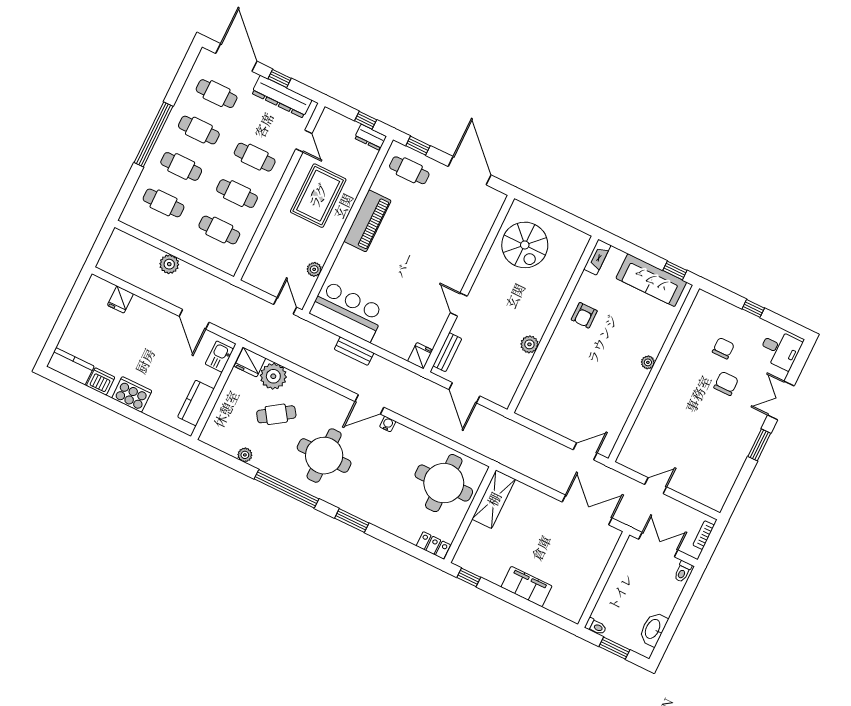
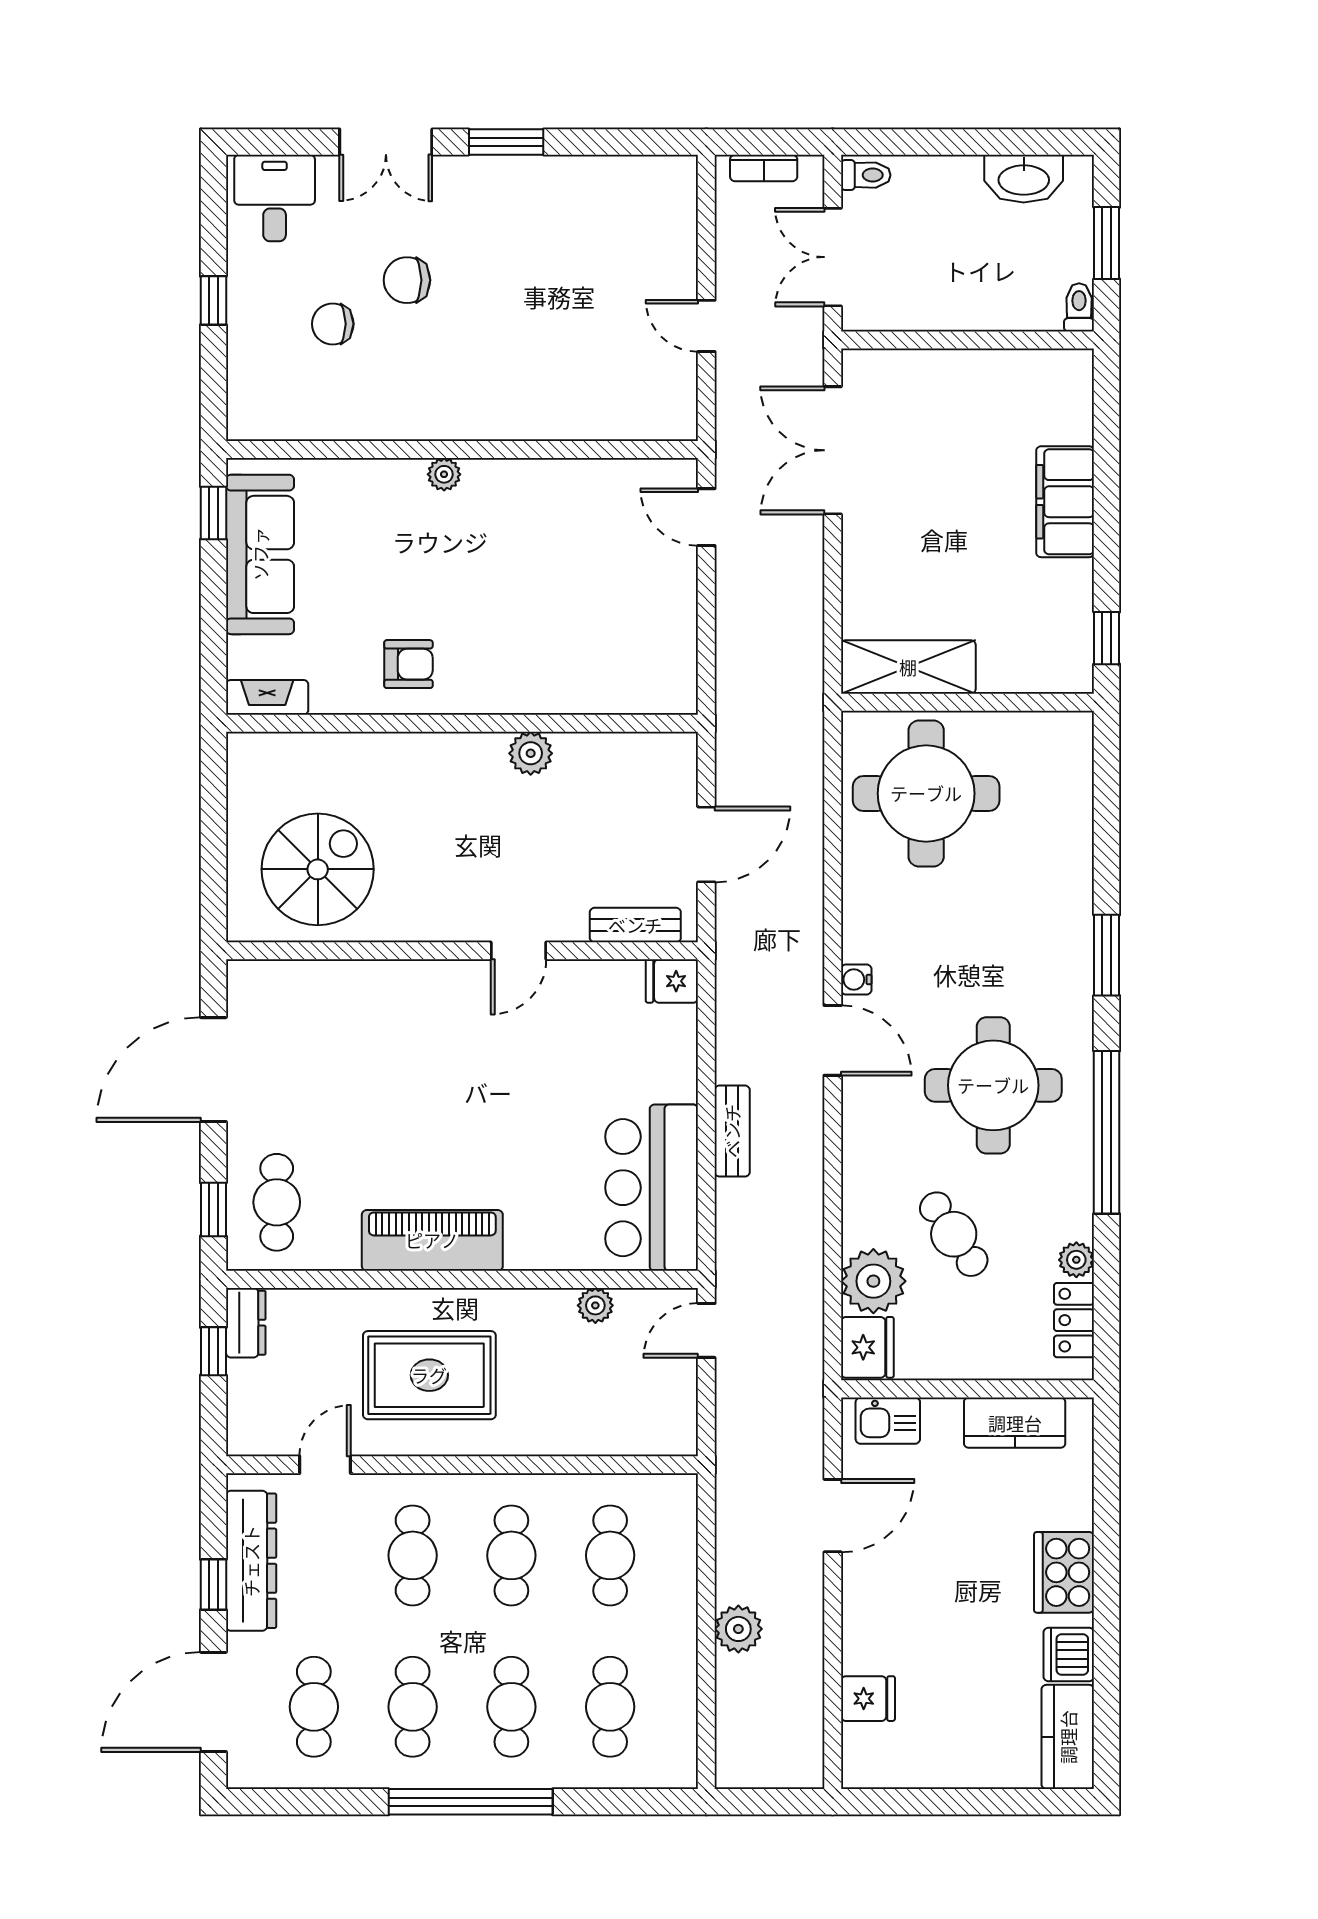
locker: (433, 545) -> (1074, 1320), moved

